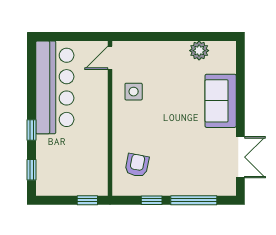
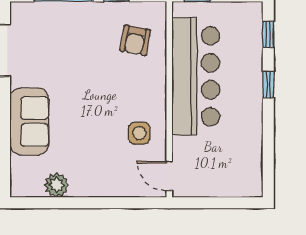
door: (110, 58) -> (169, 176), swing flipped
bar counter: (55, 87) -> (196, 76), moved, turned 180

